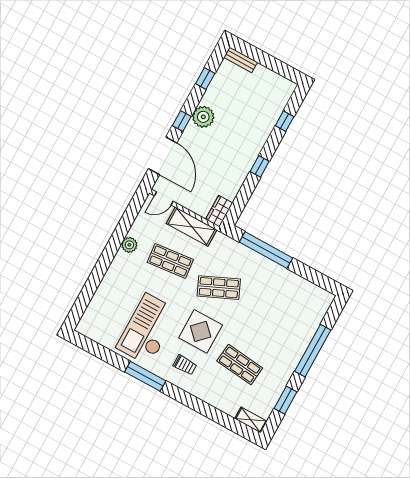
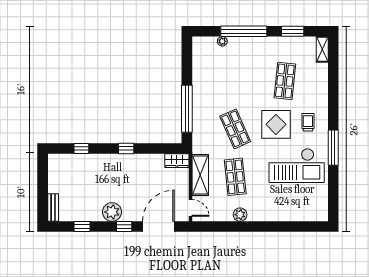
plant: (315, 323) -> (222, 41), added

